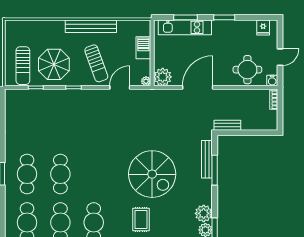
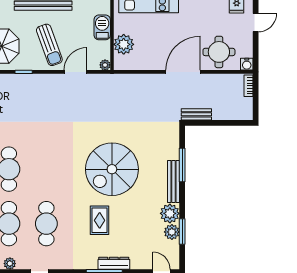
door: (280, 57) -> (256, 23), moved
plant: (163, 77) -> (124, 44), moved
door: (198, 87) -> (183, 72), moved
bench: (207, 159) -> (174, 182), moved
spiral stairs: (152, 174) -> (112, 169), turned 90

